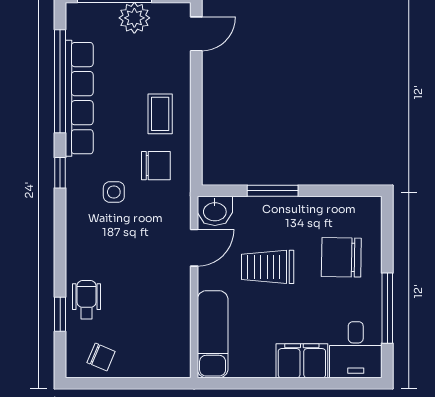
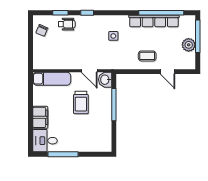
door: (196, 34) -> (168, 72), moved
chair: (156, 166) -> (125, 54), removed
window: (60, 173) -> (87, 13), moved
window: (273, 191) -> (114, 105), width x1.44
chair: (341, 257) -> (85, 134), removed
trolley: (268, 267) -> (81, 102), turned 180

